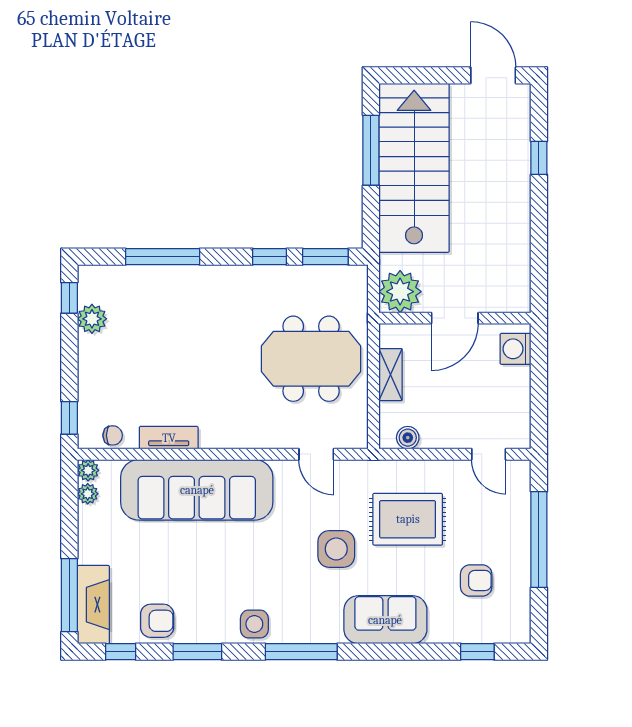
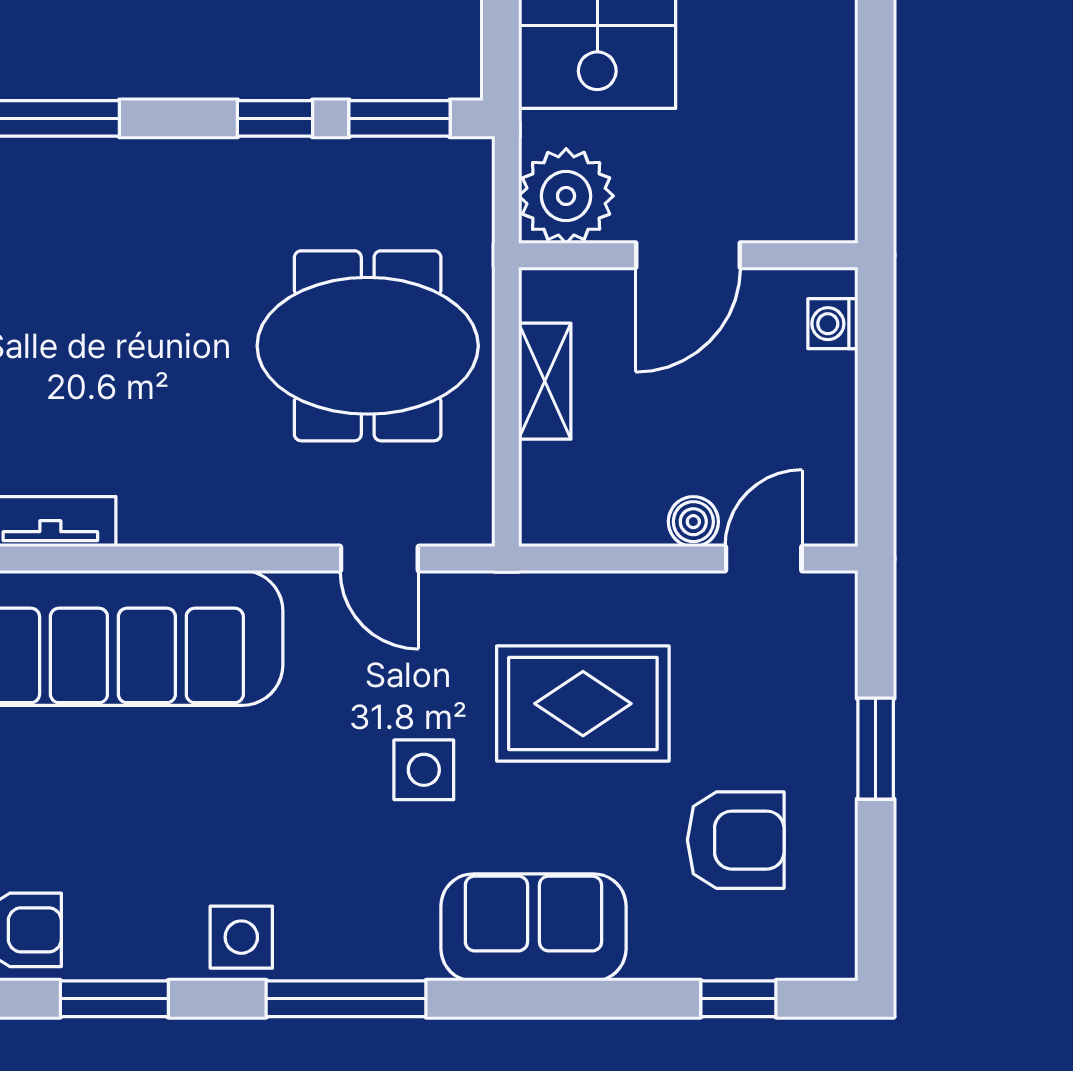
washing machine: (515, 349) -> (833, 324), width x0.73, depth x0.73
boiler: (408, 438) -> (693, 522), moved
door: (489, 454) -> (764, 559), swing flipped
window: (539, 540) -> (876, 749), width x0.47
side table: (336, 549) -> (424, 770), width x0.73, depth x0.73
armchair: (476, 580) -> (736, 840), width x1.38, depth x1.38

